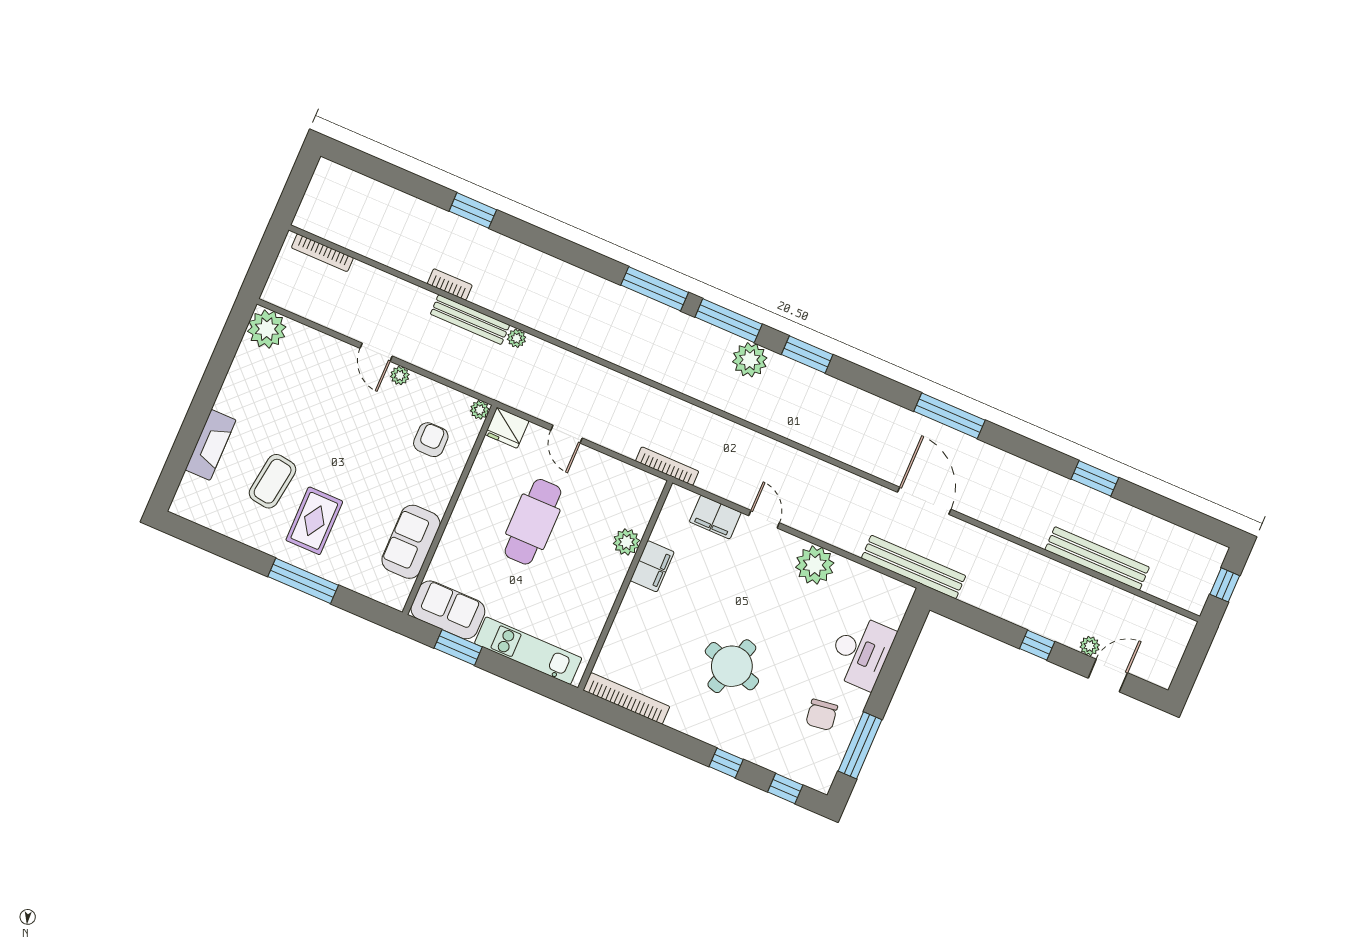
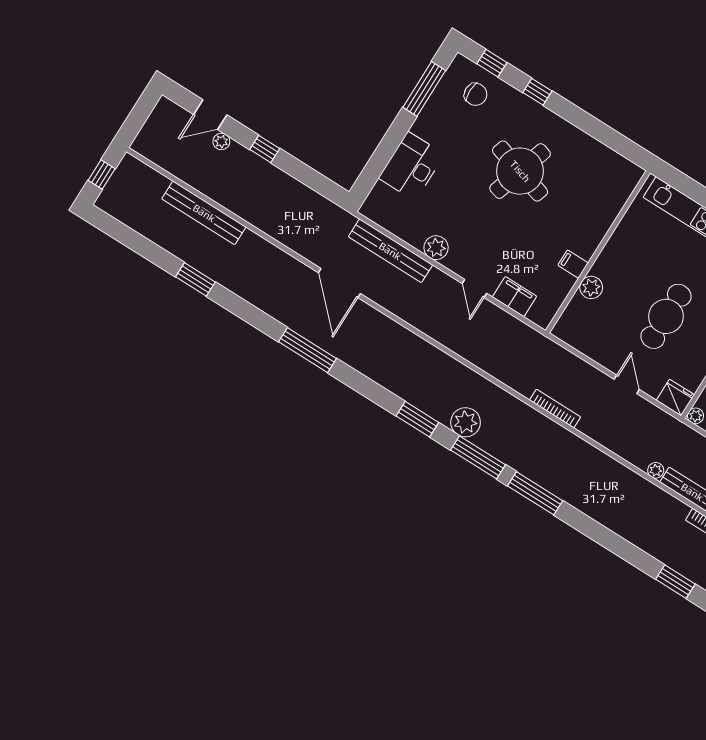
bookcase: (667, 466) -> (555, 408), moved, turned 180
plant: (815, 565) -> (436, 248), width x0.73, depth x0.73
filing cabinet: (652, 566) -> (573, 264), width x0.50
bench: (914, 567) -> (390, 251), moved
round table: (732, 666) -> (520, 171), width x1.36, depth x1.36
bookcase: (626, 698) -> (612, 158), removed
chair: (822, 715) -> (476, 94), moved, turned 98

